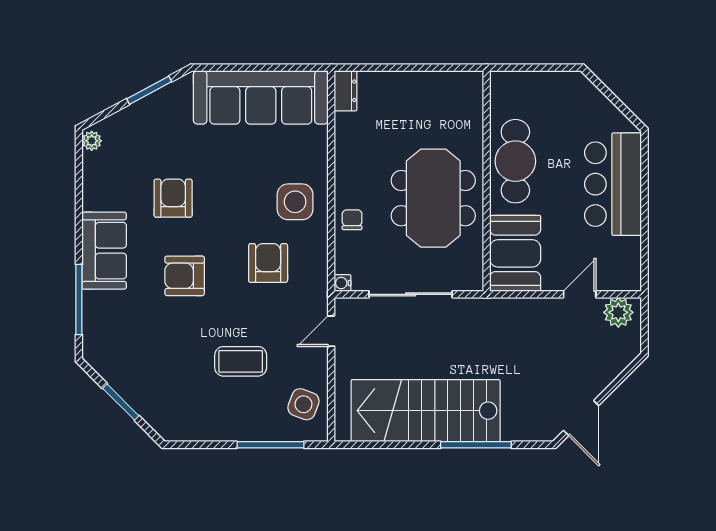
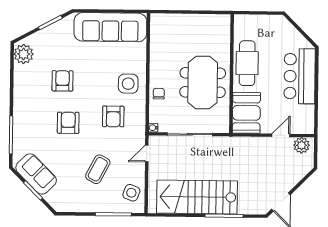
dresser: (345, 91) -> (156, 24), removed
plant: (92, 141) -> (24, 54), width x1.87, depth x1.87
sofa: (104, 251) -> (36, 174), moved, turned -45
armchair: (268, 263) -> (113, 116), turned 180
armchair: (185, 276) -> (68, 123), turned 90
coffee table: (241, 361) -> (98, 169), turned -62

